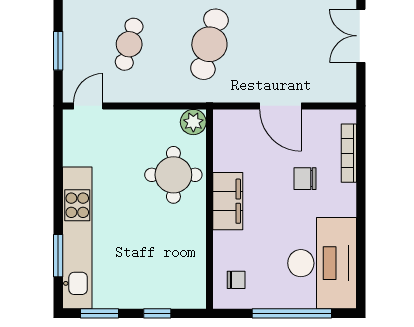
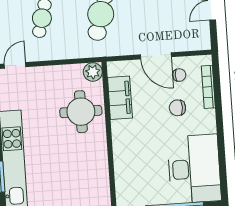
filing cabinet: (228, 201) -> (120, 98), moved
chair: (236, 280) -> (179, 75), moved

